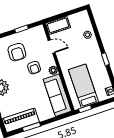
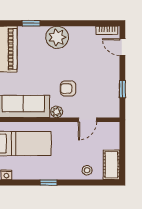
cot: (58, 25) -> (111, 165), moved
armchair: (17, 52) -> (95, 73), removed

